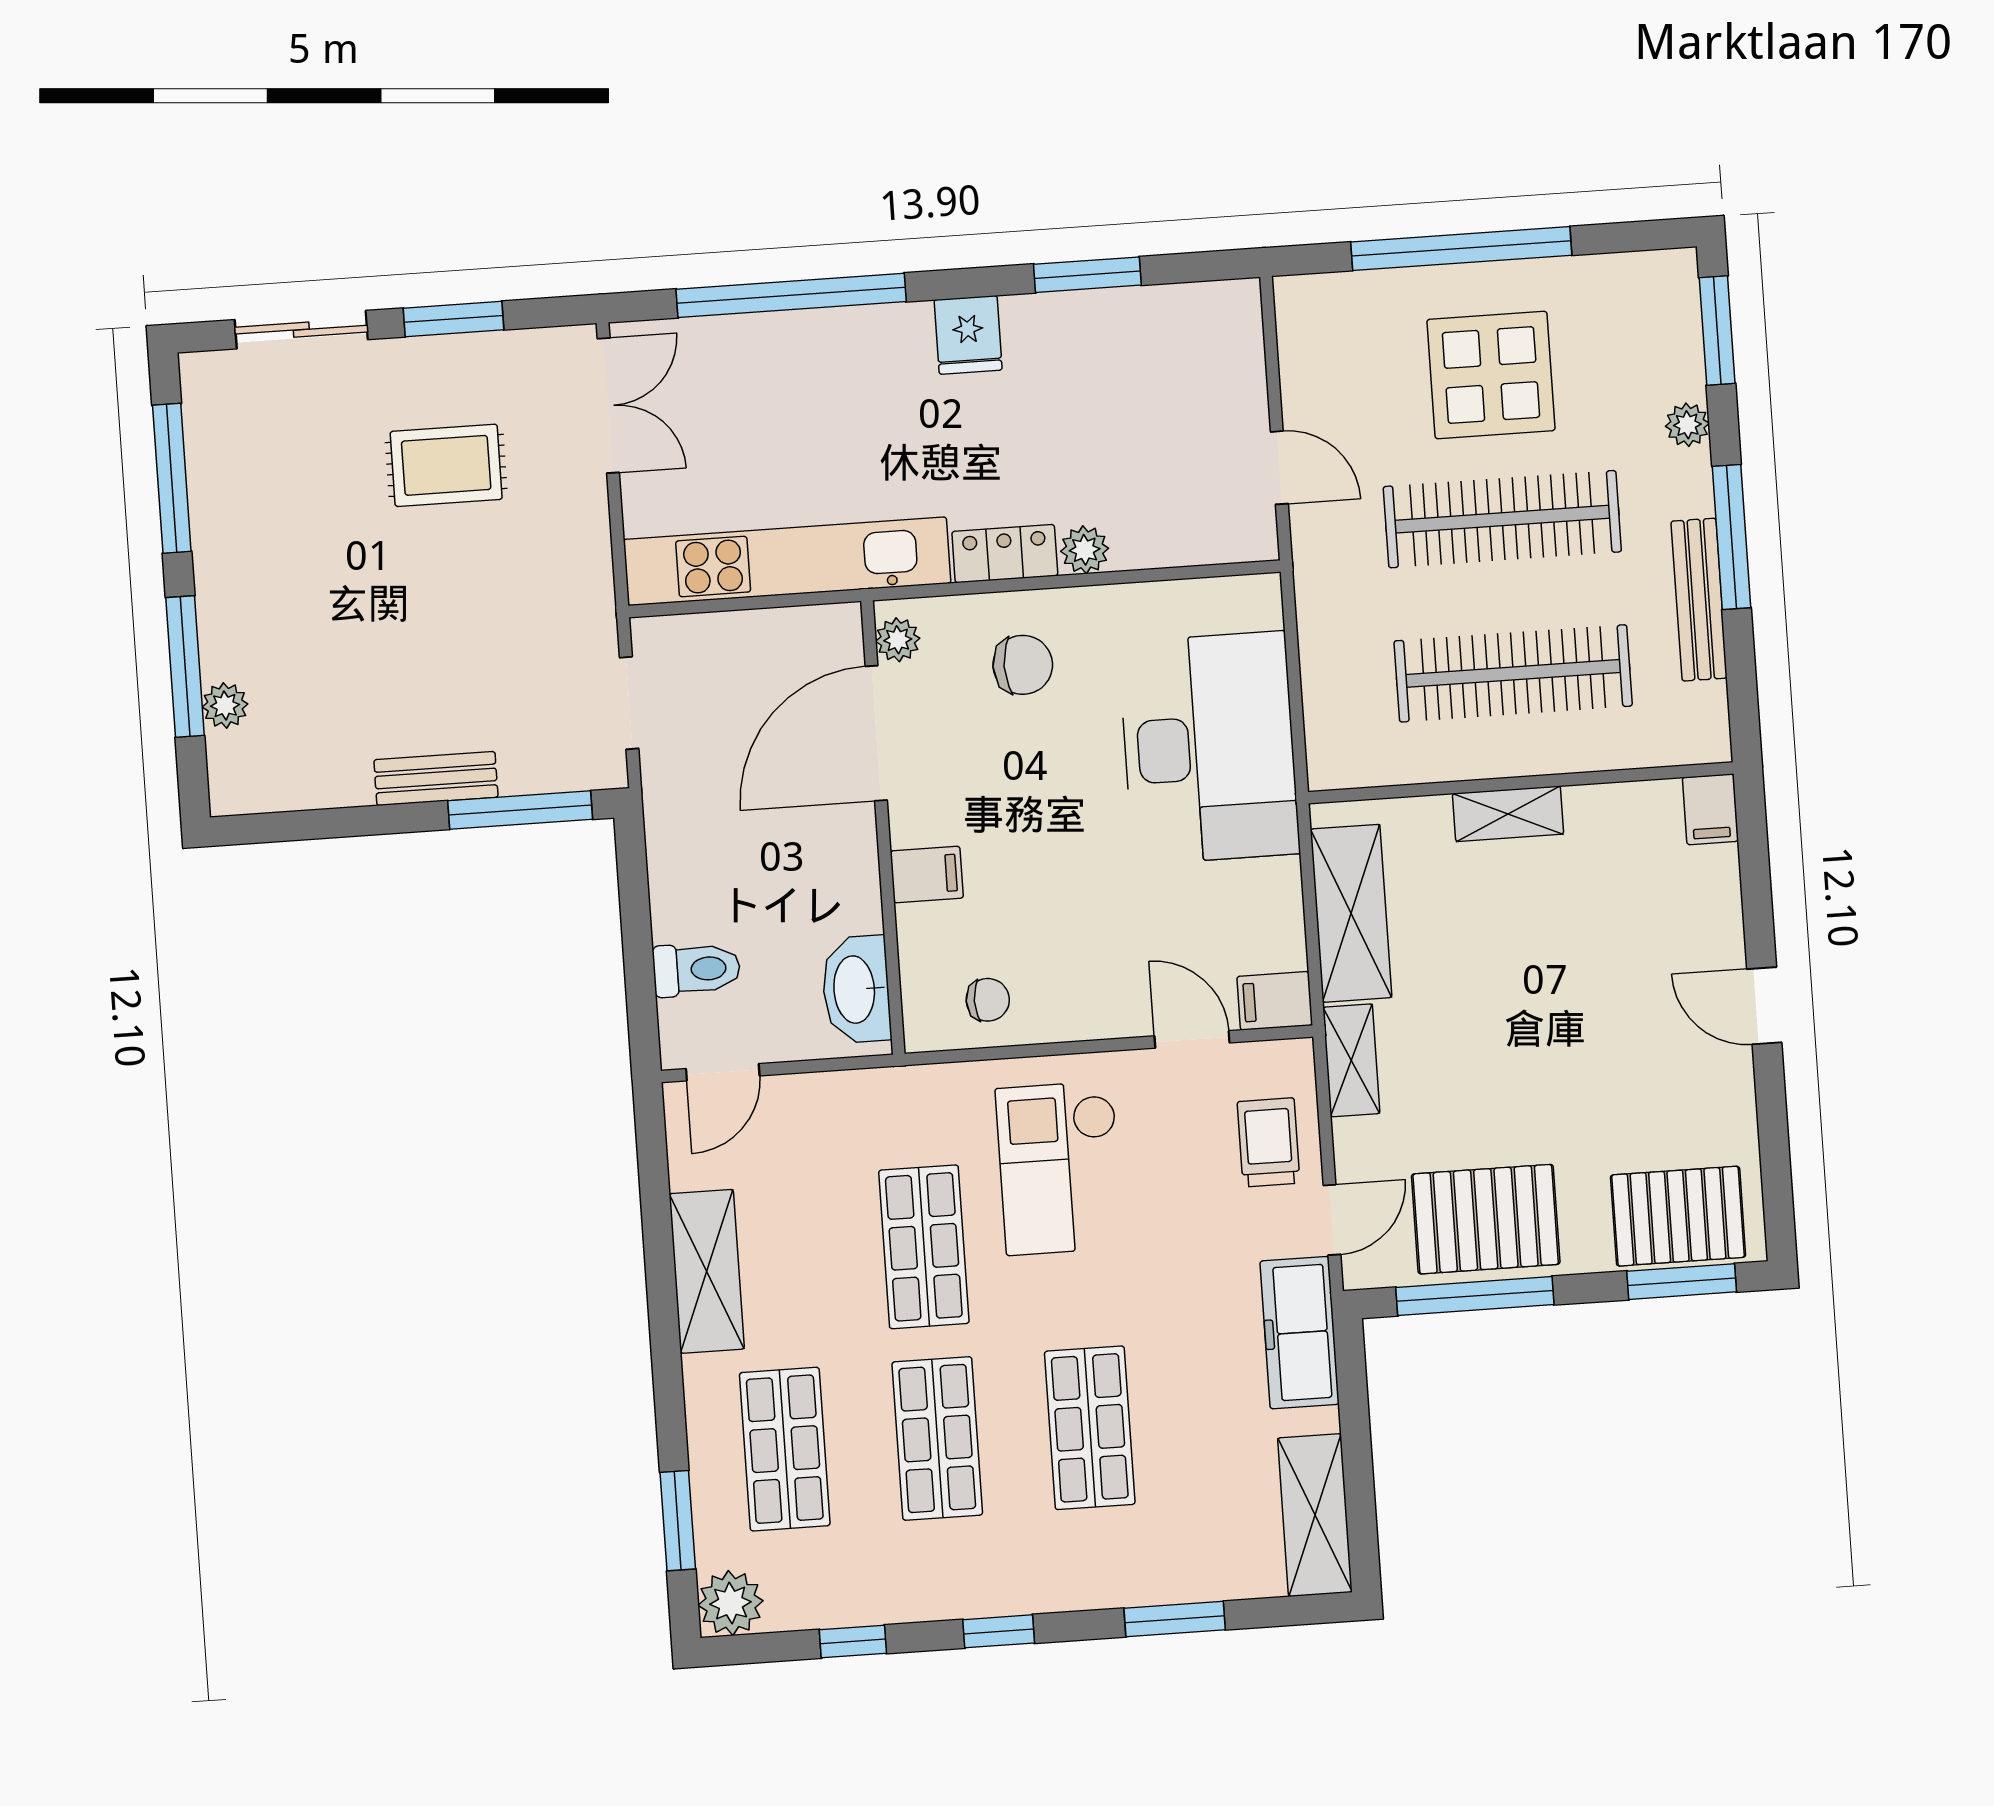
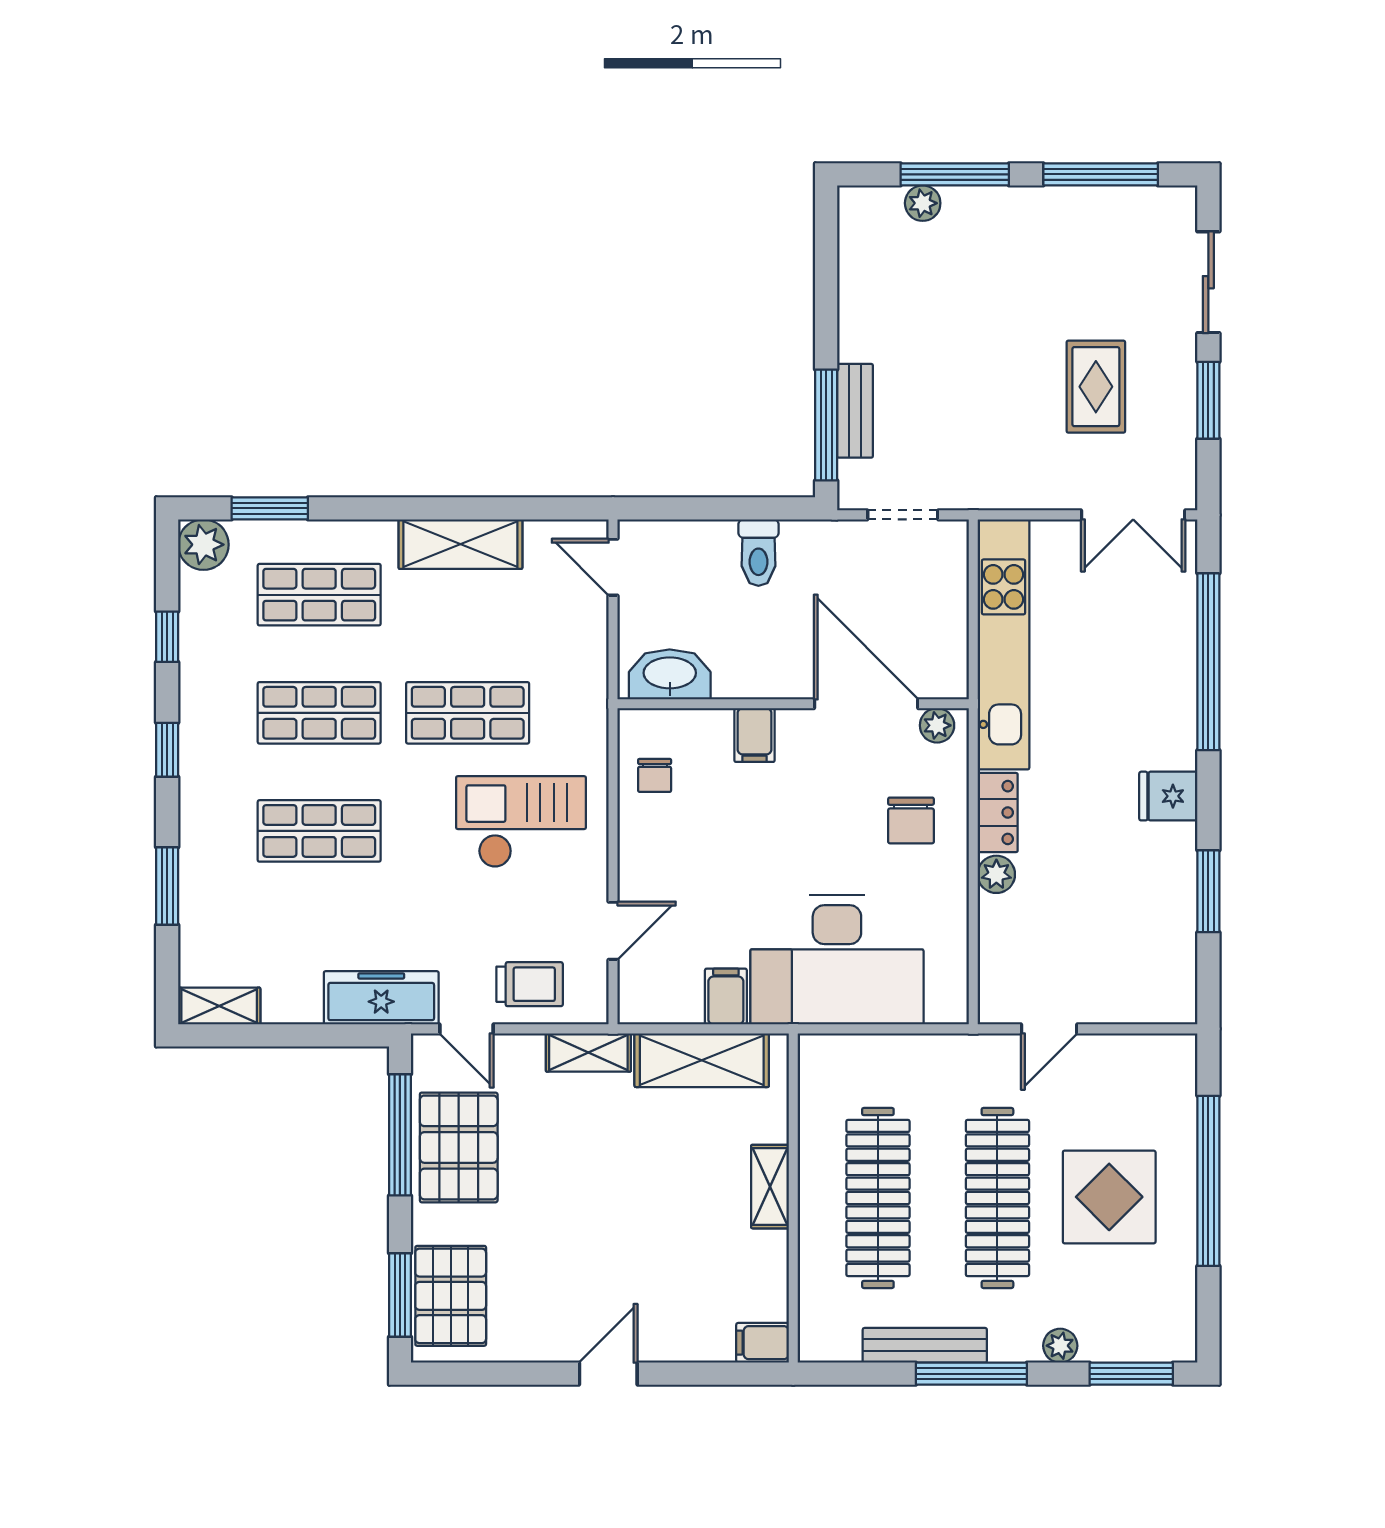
bench: (436, 778) -> (855, 411), moved
toilet: (697, 969) -> (758, 553), moved
filing cabinet: (1275, 1001) -> (726, 997), moved
shelving: (1315, 1515) -> (219, 1006), width x0.67, depth x0.75

